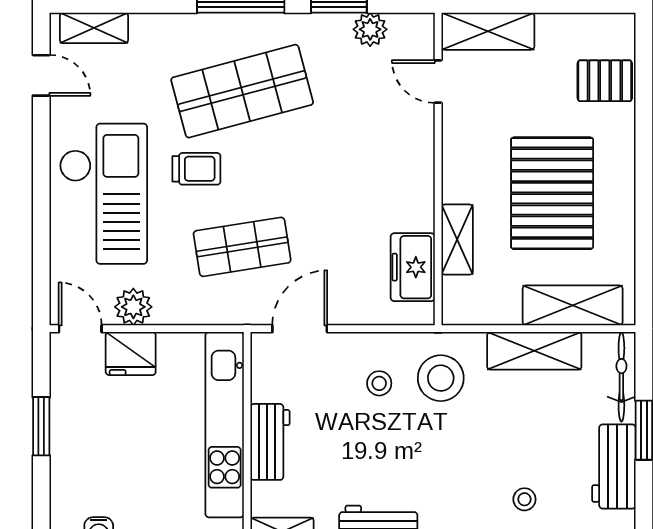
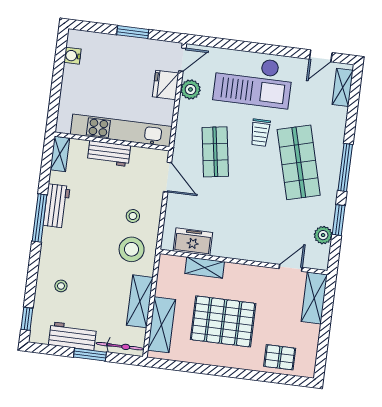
pallet: (605, 81) -> (280, 357), turned 90

